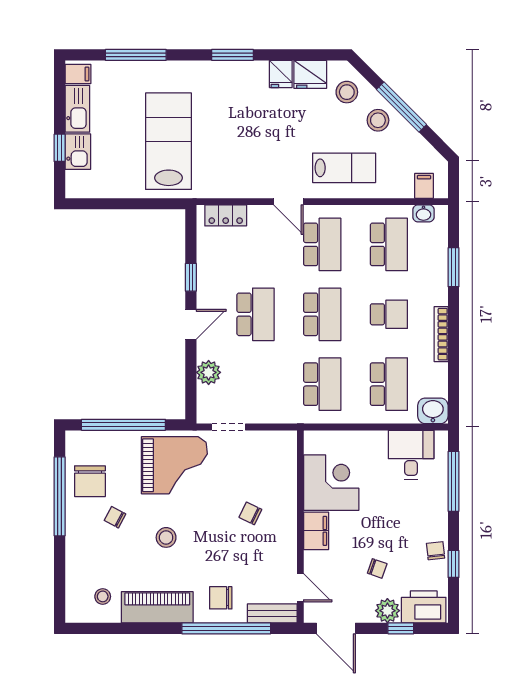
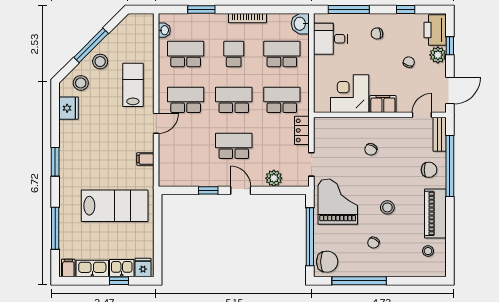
fridge: (281, 74) -> (143, 268), moved, turned -90
lab bench: (169, 141) -> (115, 206), turned 180
filing cabinet: (424, 186) -> (145, 159), moved
locker: (226, 215) -> (302, 130), moved, turned 180
chair: (90, 481) -> (327, 262), moved
chair: (436, 551) -> (377, 33), moved
chair: (221, 598) -> (429, 170), turned -90

